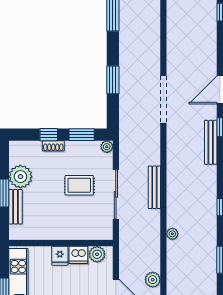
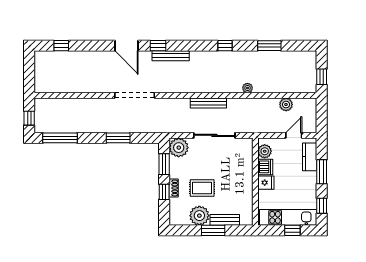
plant: (107, 147) -> (179, 148), width x1.87, depth x1.87
rug: (79, 185) -> (202, 188), moved, turned 90

